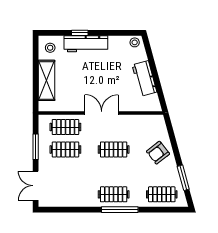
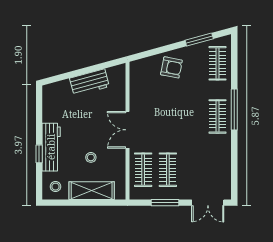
stool: (135, 42) -> (91, 157), moved
clothes rail: (114, 149) -> (168, 116), removed
armchair: (158, 153) -> (171, 67), turned -41

